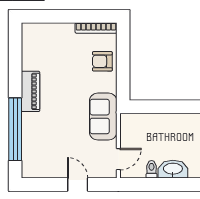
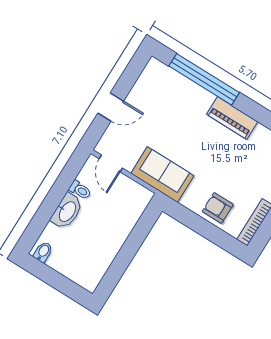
armchair: (102, 61) -> (218, 208), turned -90

